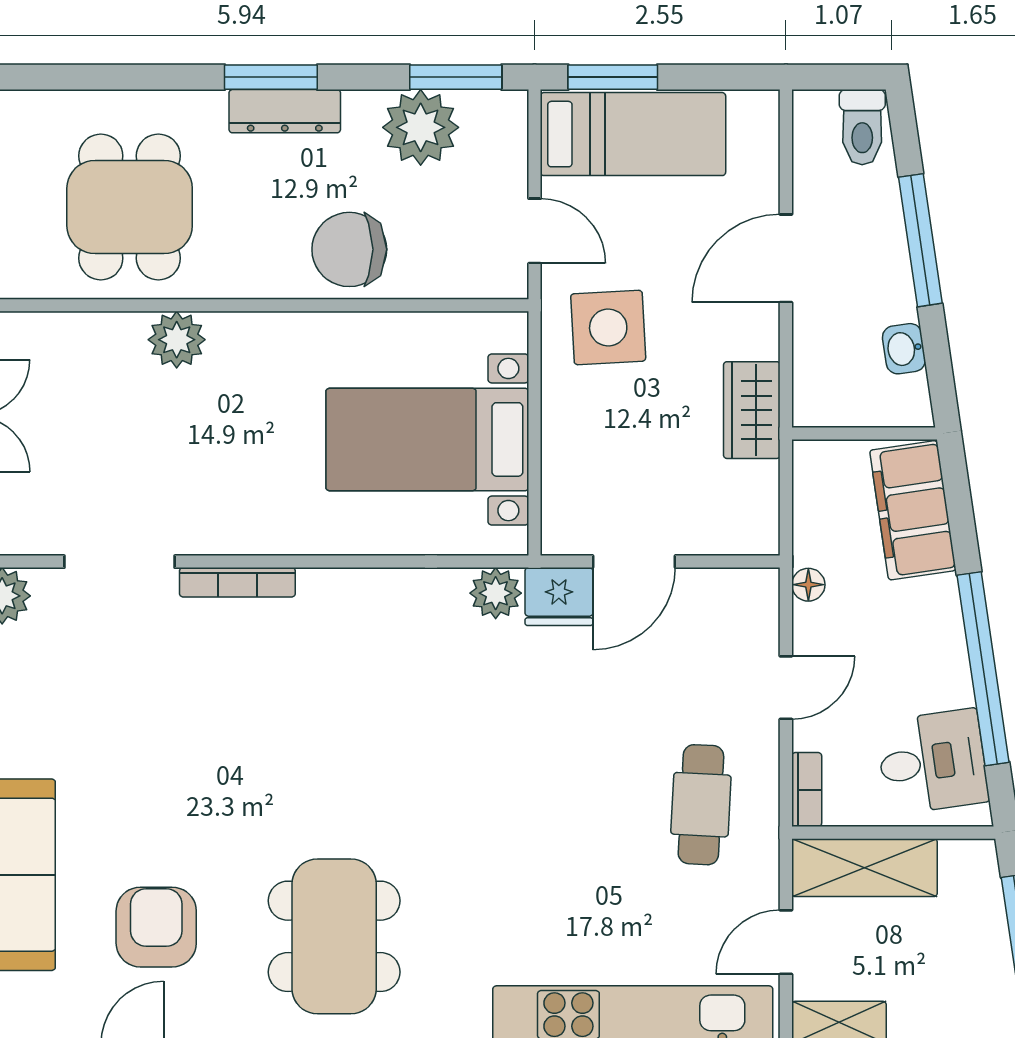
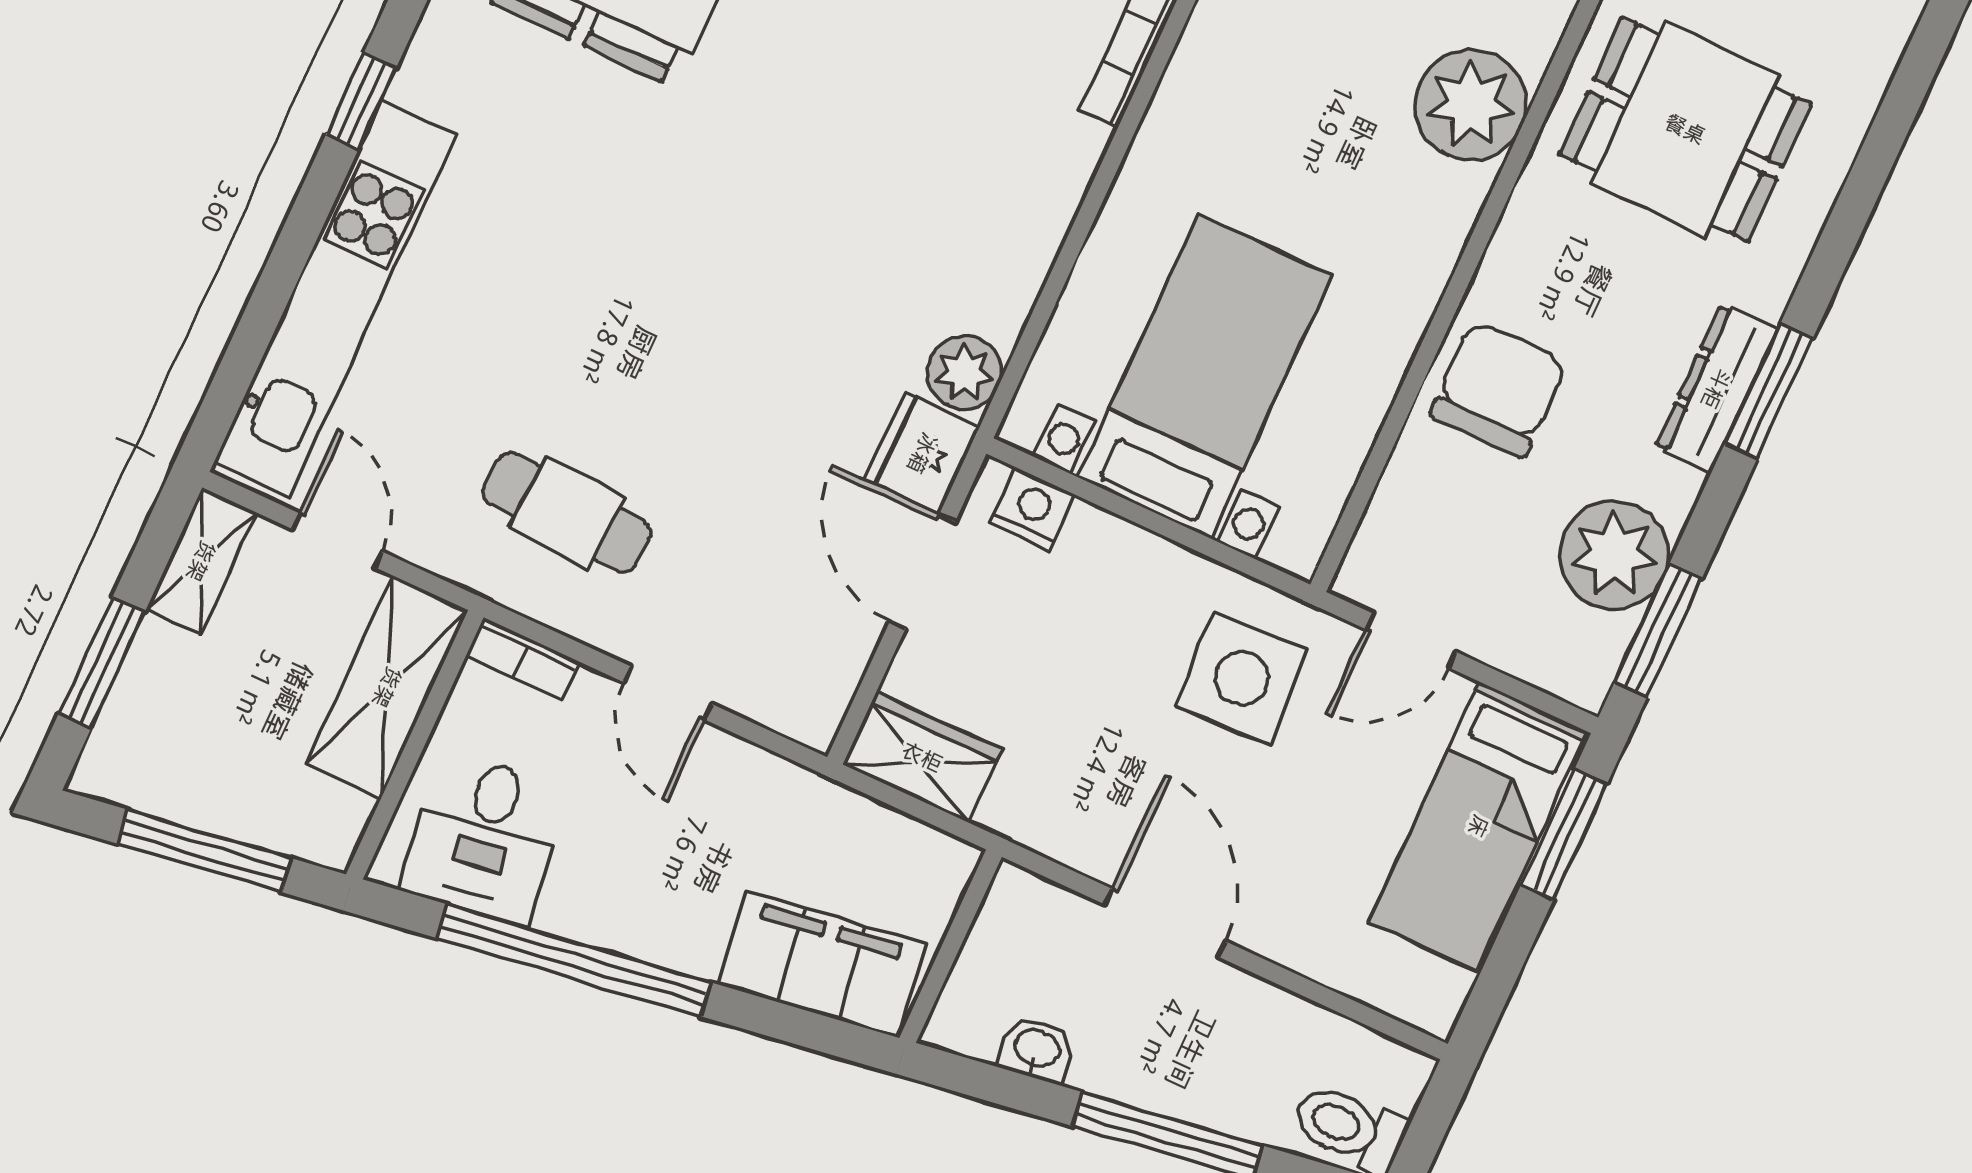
door: (786, 258) -> (1165, 923), moved
plant: (177, 340) -> (1471, 105), width x1.36, depth x1.36
wardrobe: (752, 410) -> (922, 757), moved
nightstand: (562, 510) -> (1032, 509), added
floor lamp: (808, 585) -> (788, 784), removed

